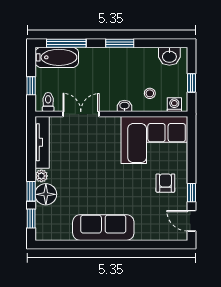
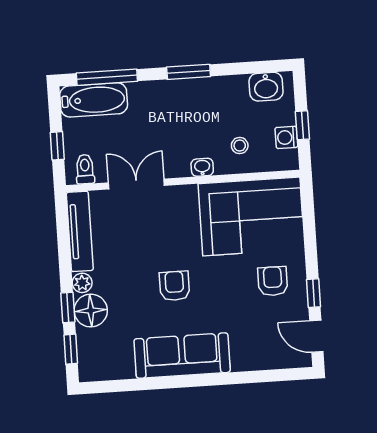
washing machine: (174, 105) -> (286, 137), moved, turned -90
armchair: (101, 182) -> (175, 286), added

